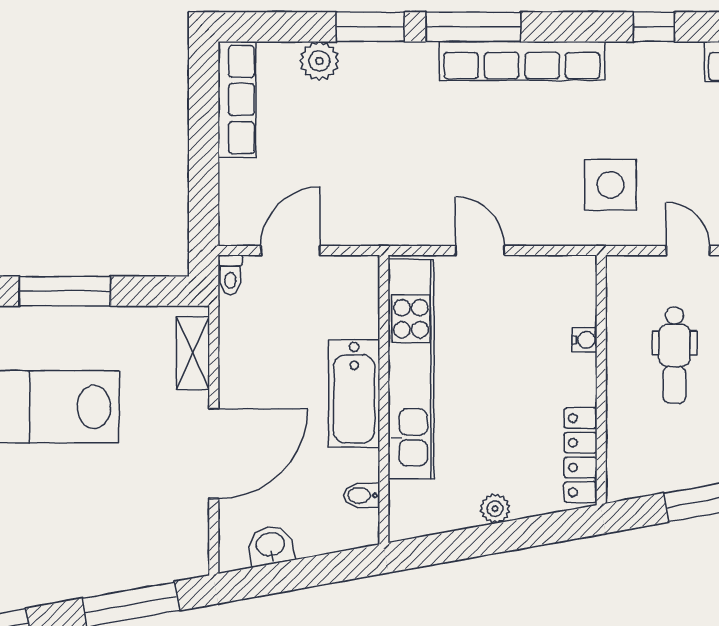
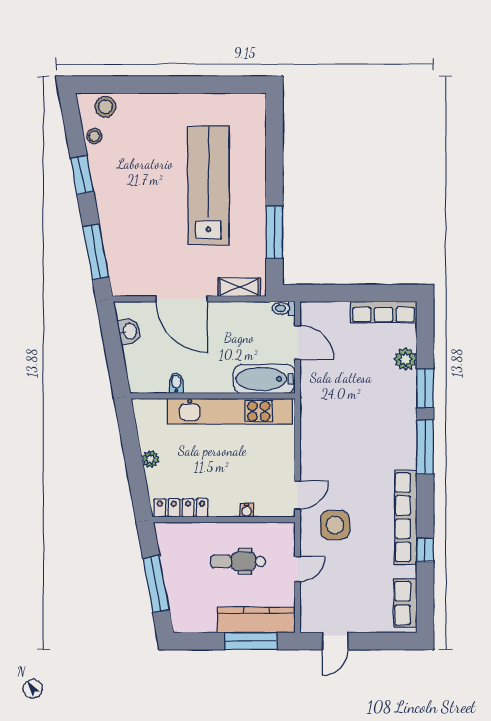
row of seats: (522, 61) -> (406, 517), moved
door: (480, 251) -> (298, 495), moved
window: (65, 291) -> (274, 232), moved
bathtub: (354, 393) -> (264, 379), moved
bidet: (362, 495) -> (176, 383), moved

